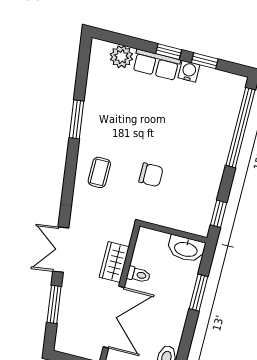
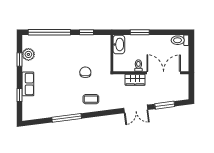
window: (169, 52) -> (20, 95), moved
plant: (121, 57) -> (28, 54), moved
water cooler: (189, 71) -> (27, 66), removed
window: (76, 119) -> (67, 118), width x1.44
window: (219, 214) -> (86, 32), moved

